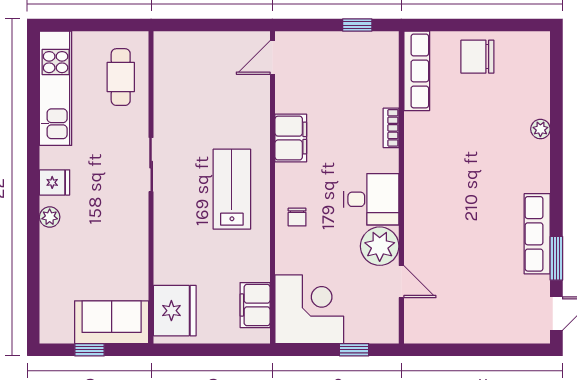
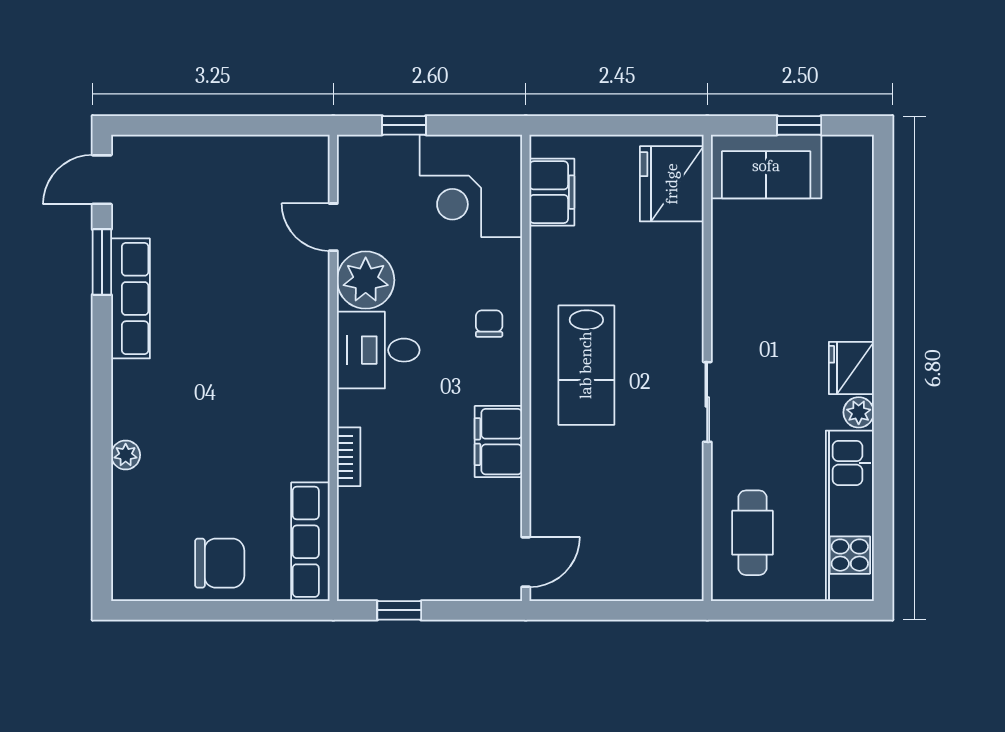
fridge: (55, 182) -> (851, 368), width x1.38
plant: (50, 217) -> (859, 412), moved

